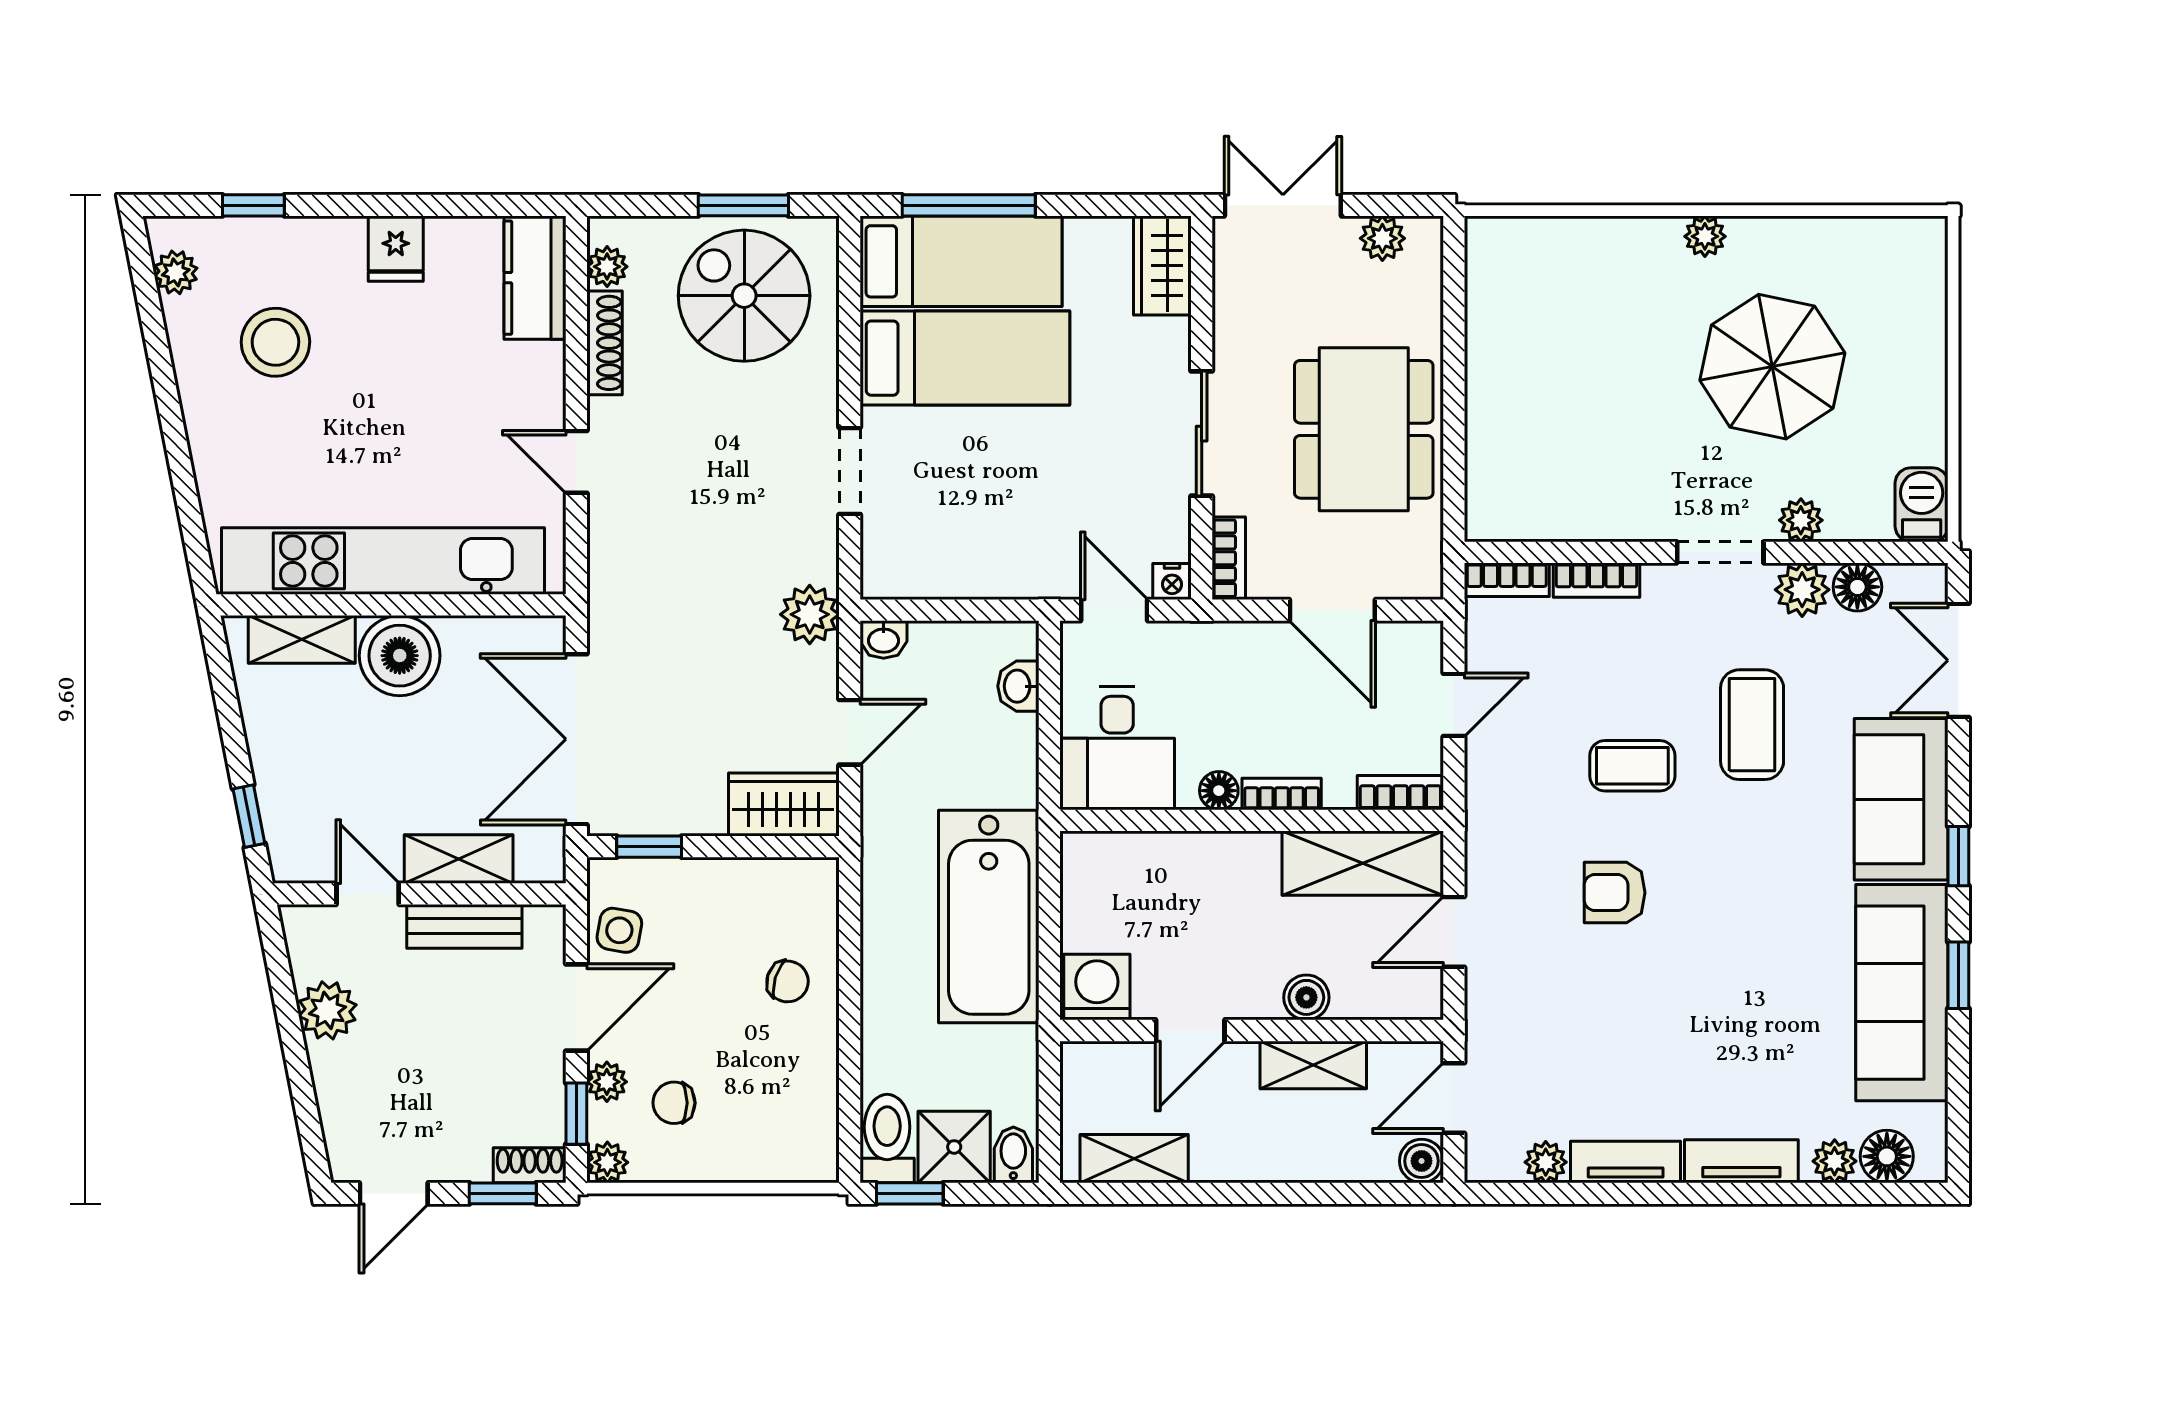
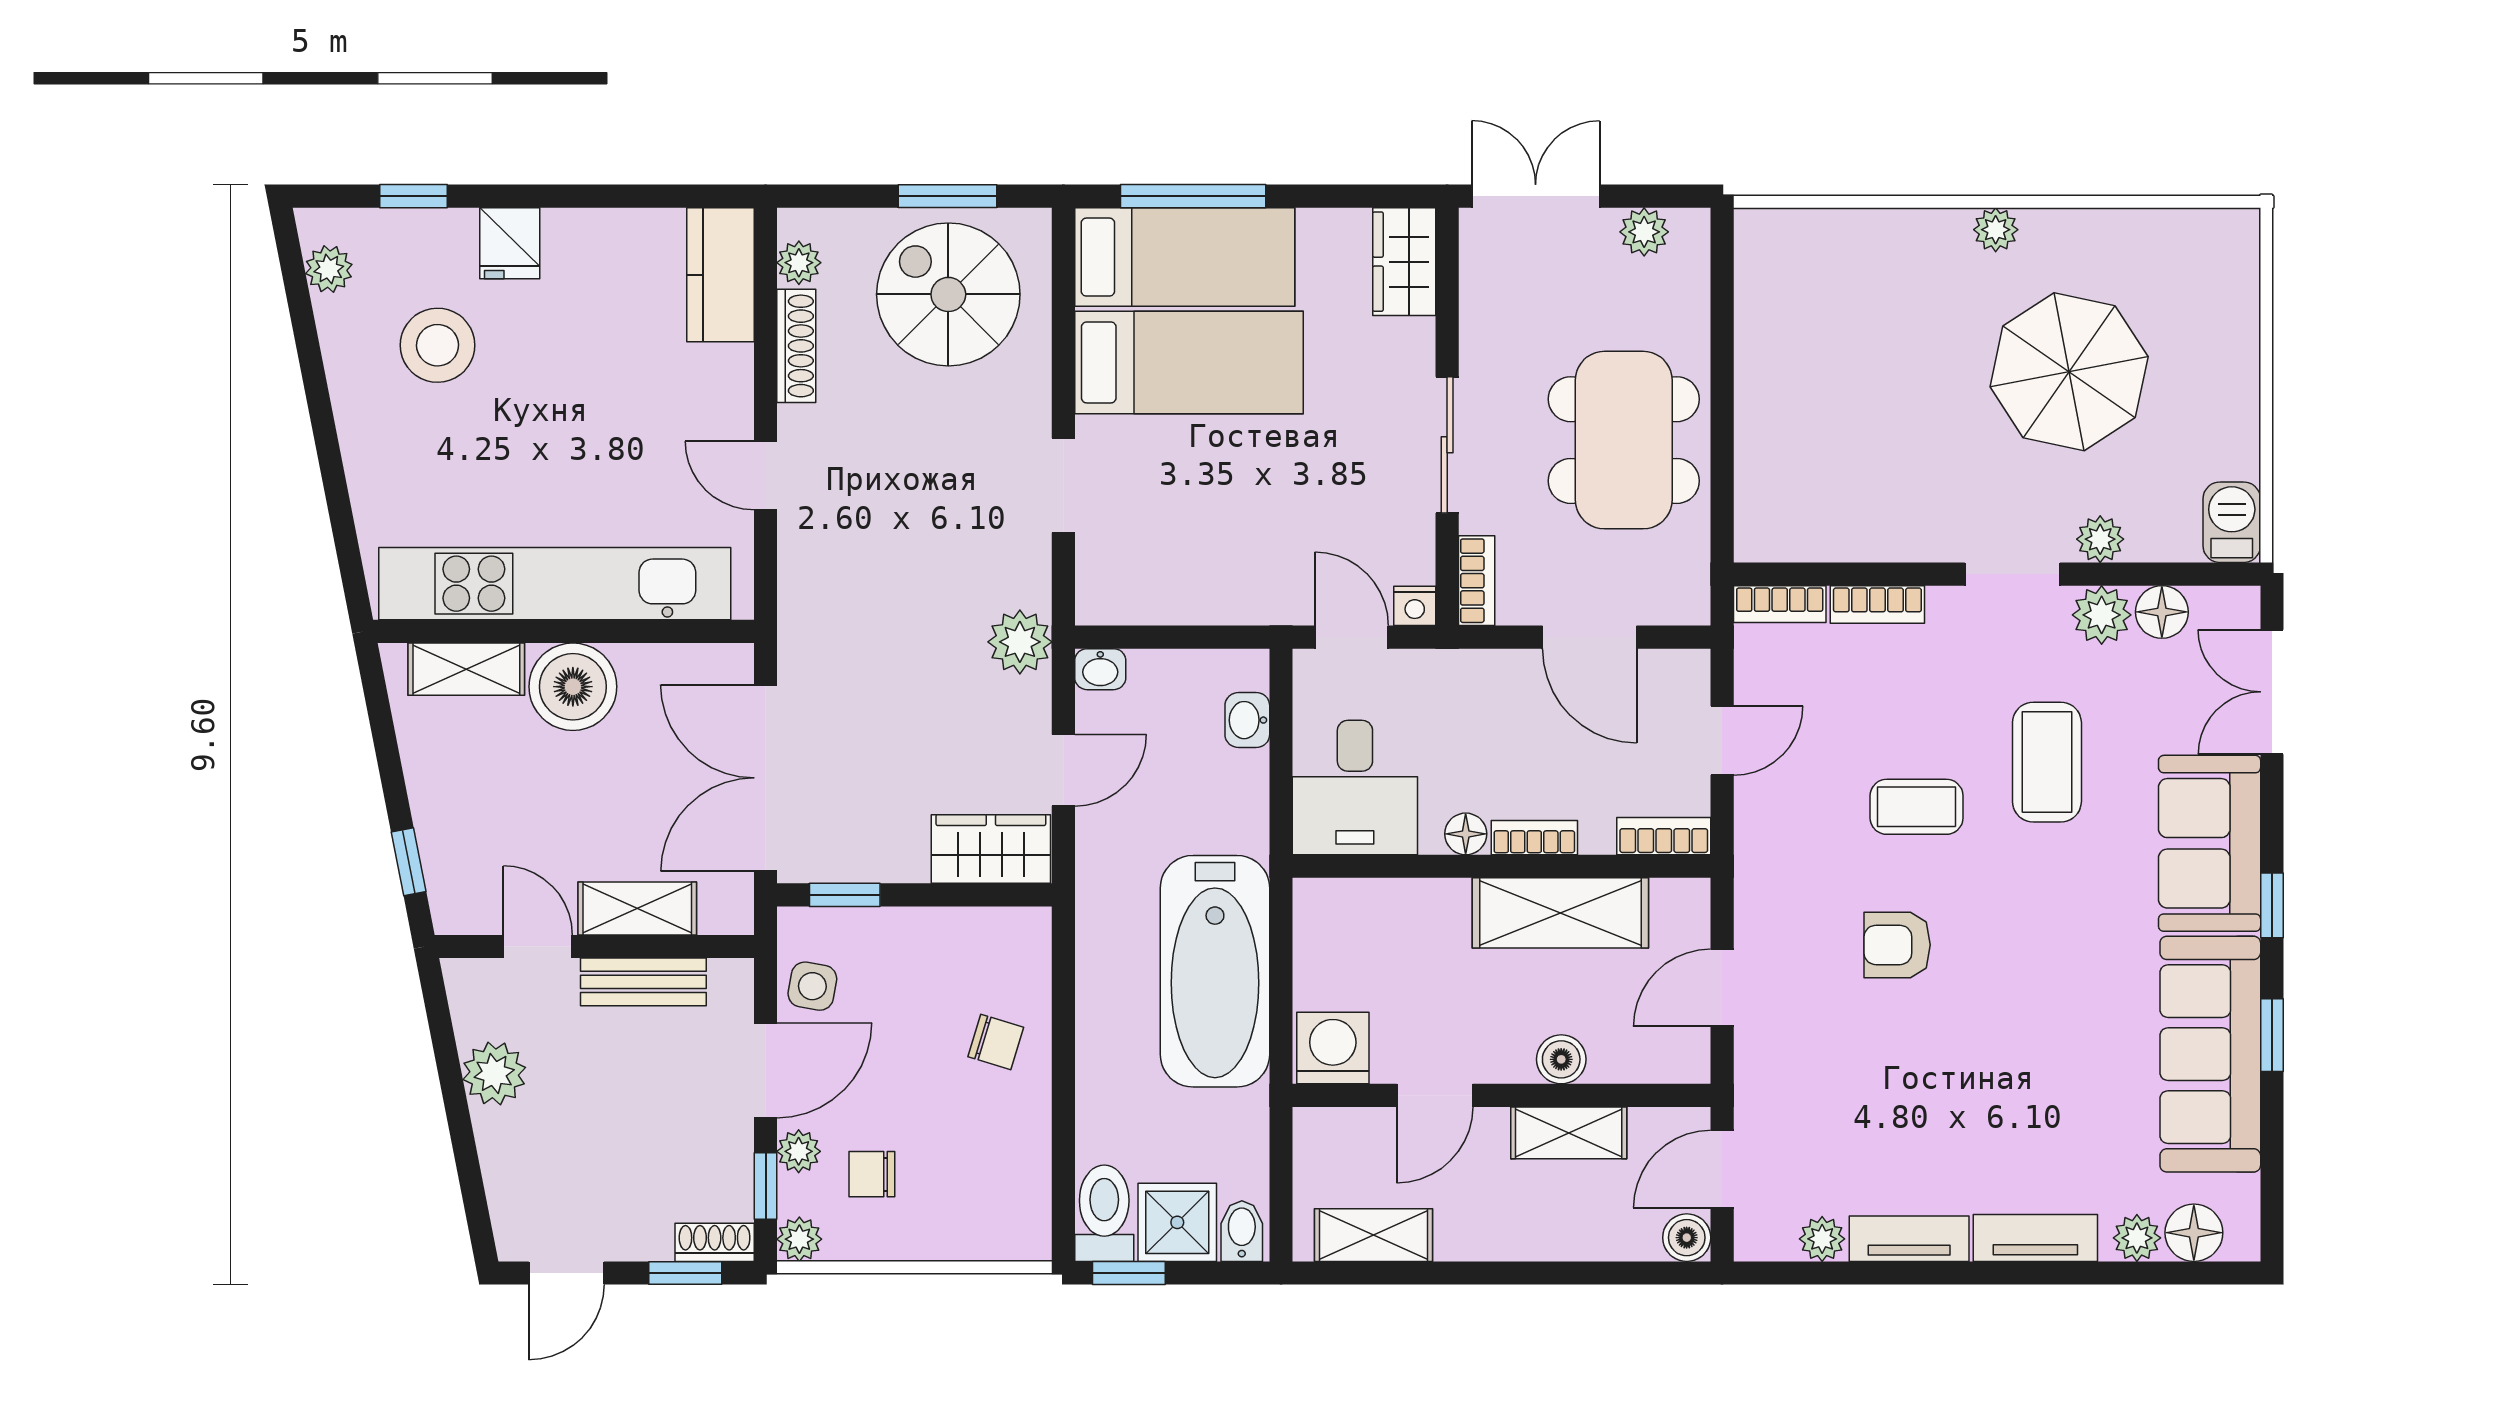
fridge: (396, 249) -> (510, 243), moved
shelving: (1363, 863) -> (1560, 913), moved

